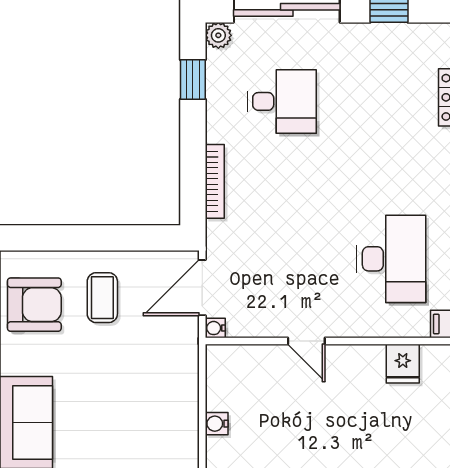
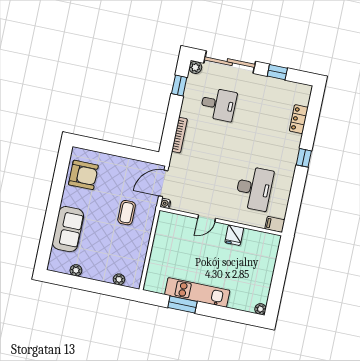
coffee table: (102, 298) -> (127, 213), moved
door: (306, 341) -> (207, 218), hinge flipped
fridge: (403, 364) -> (234, 235), moved
water cooler: (217, 424) -> (157, 248), removed

